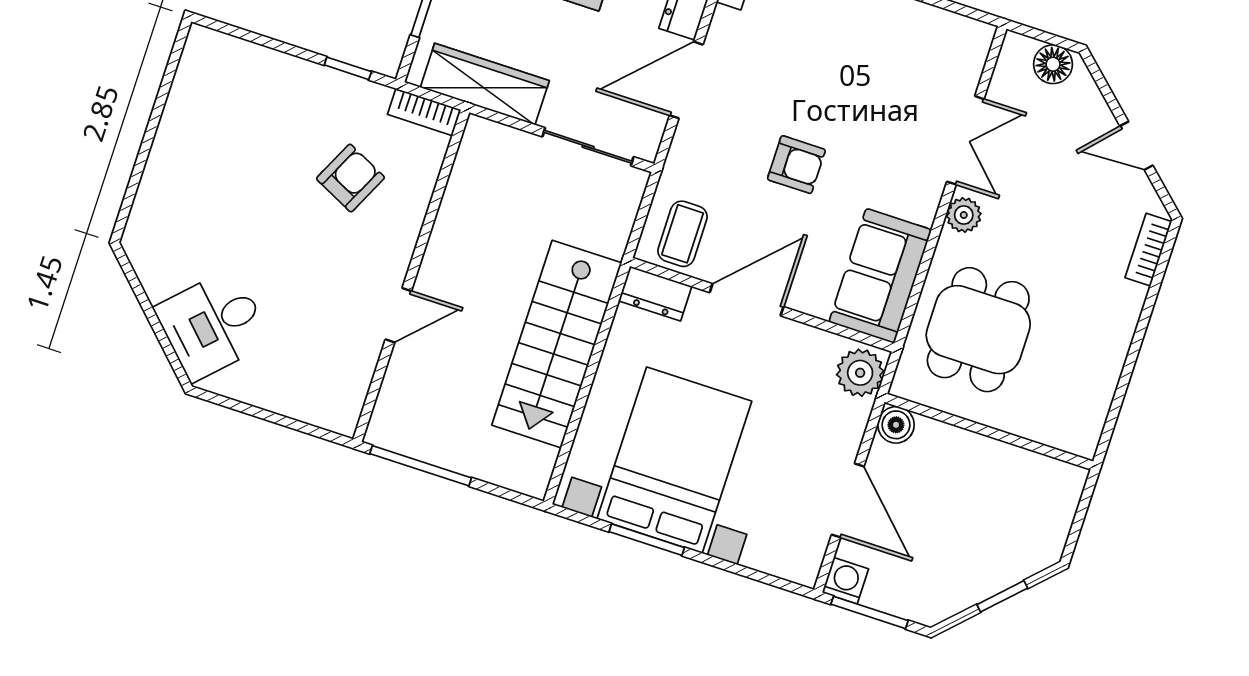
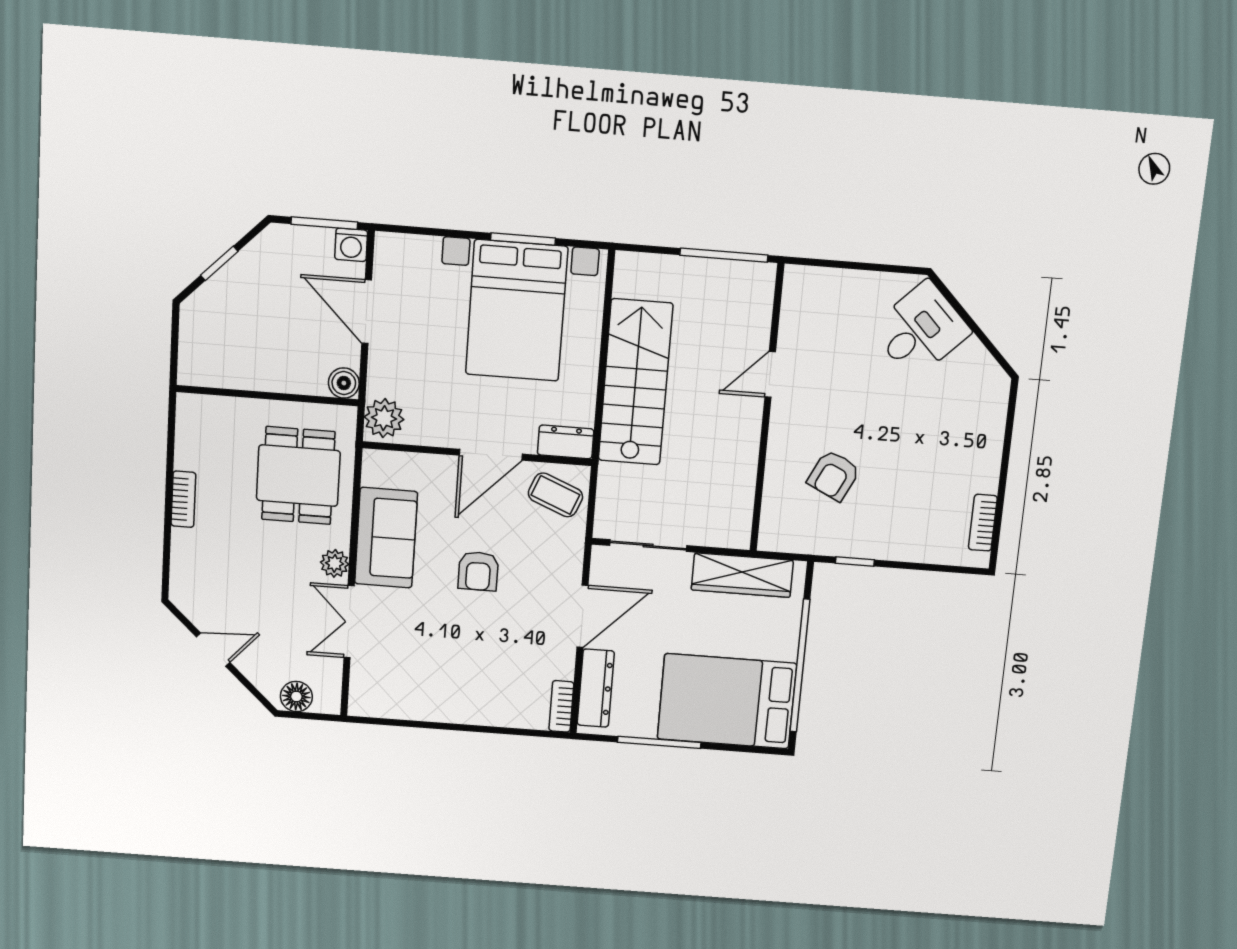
bookcase: (424, 112) -> (983, 523), moved, turned -90
armchair: (796, 165) -> (478, 571), turned -90
coffee table: (682, 234) -> (555, 495), turned -68
bookcase: (1148, 250) -> (183, 499), moved
sofa: (880, 276) -> (386, 538), moved

